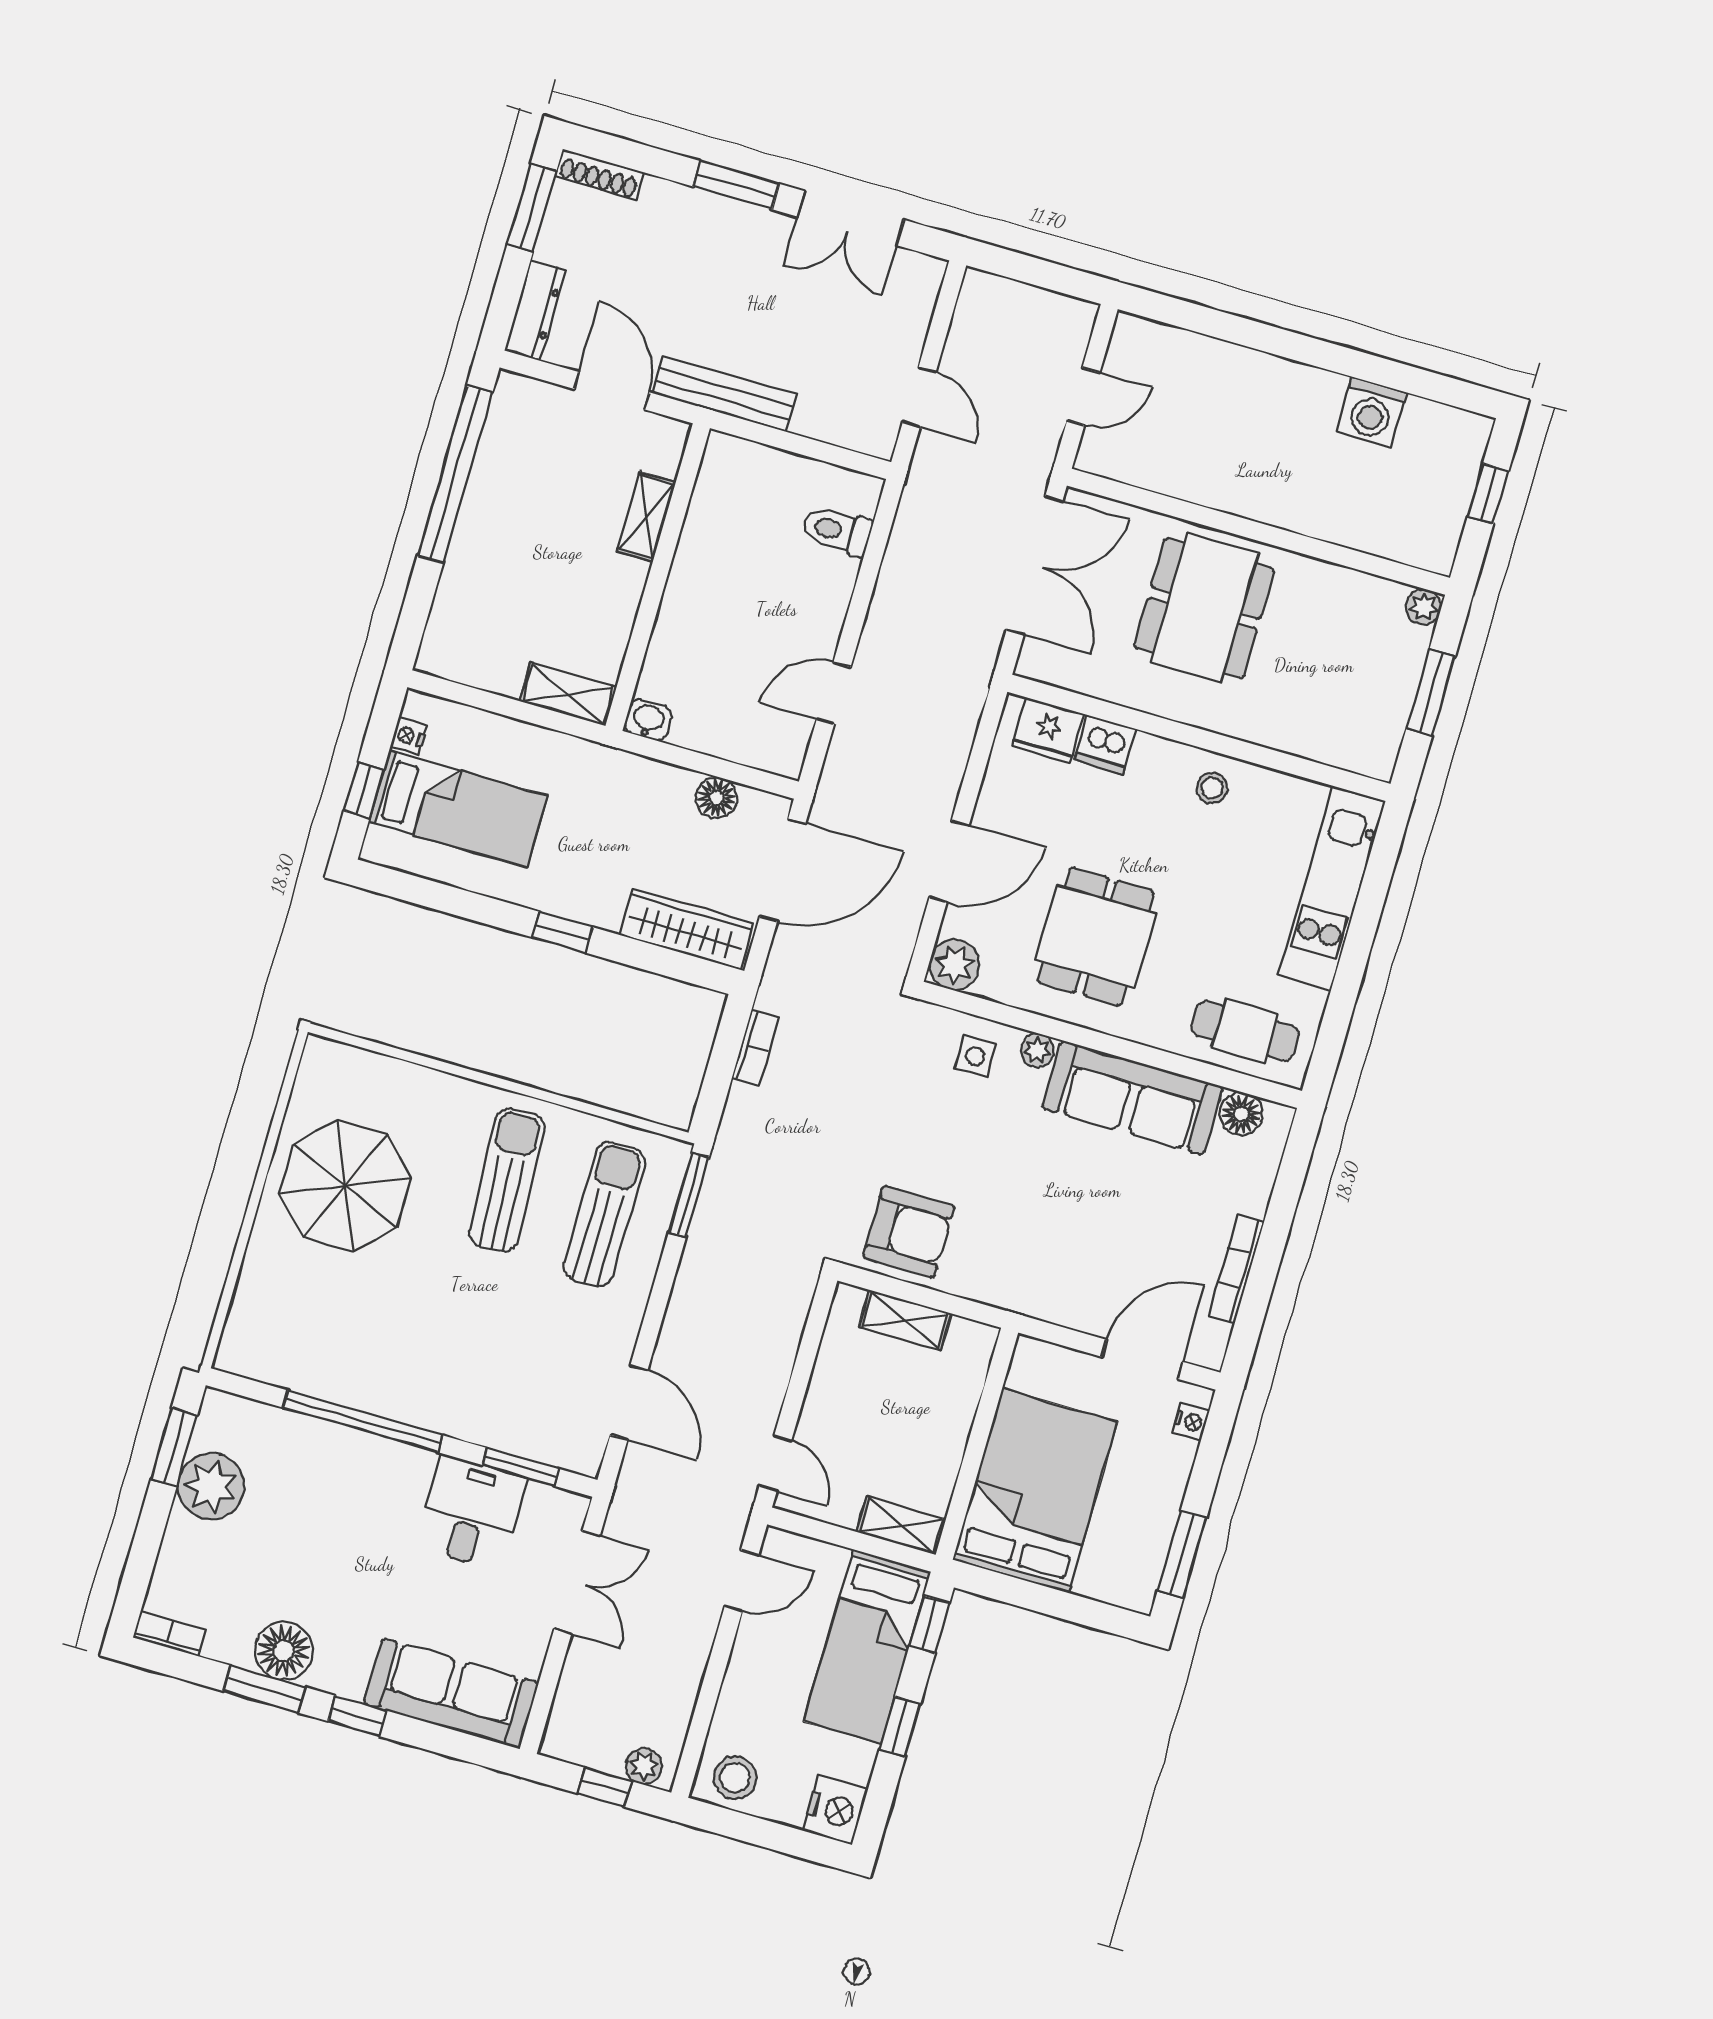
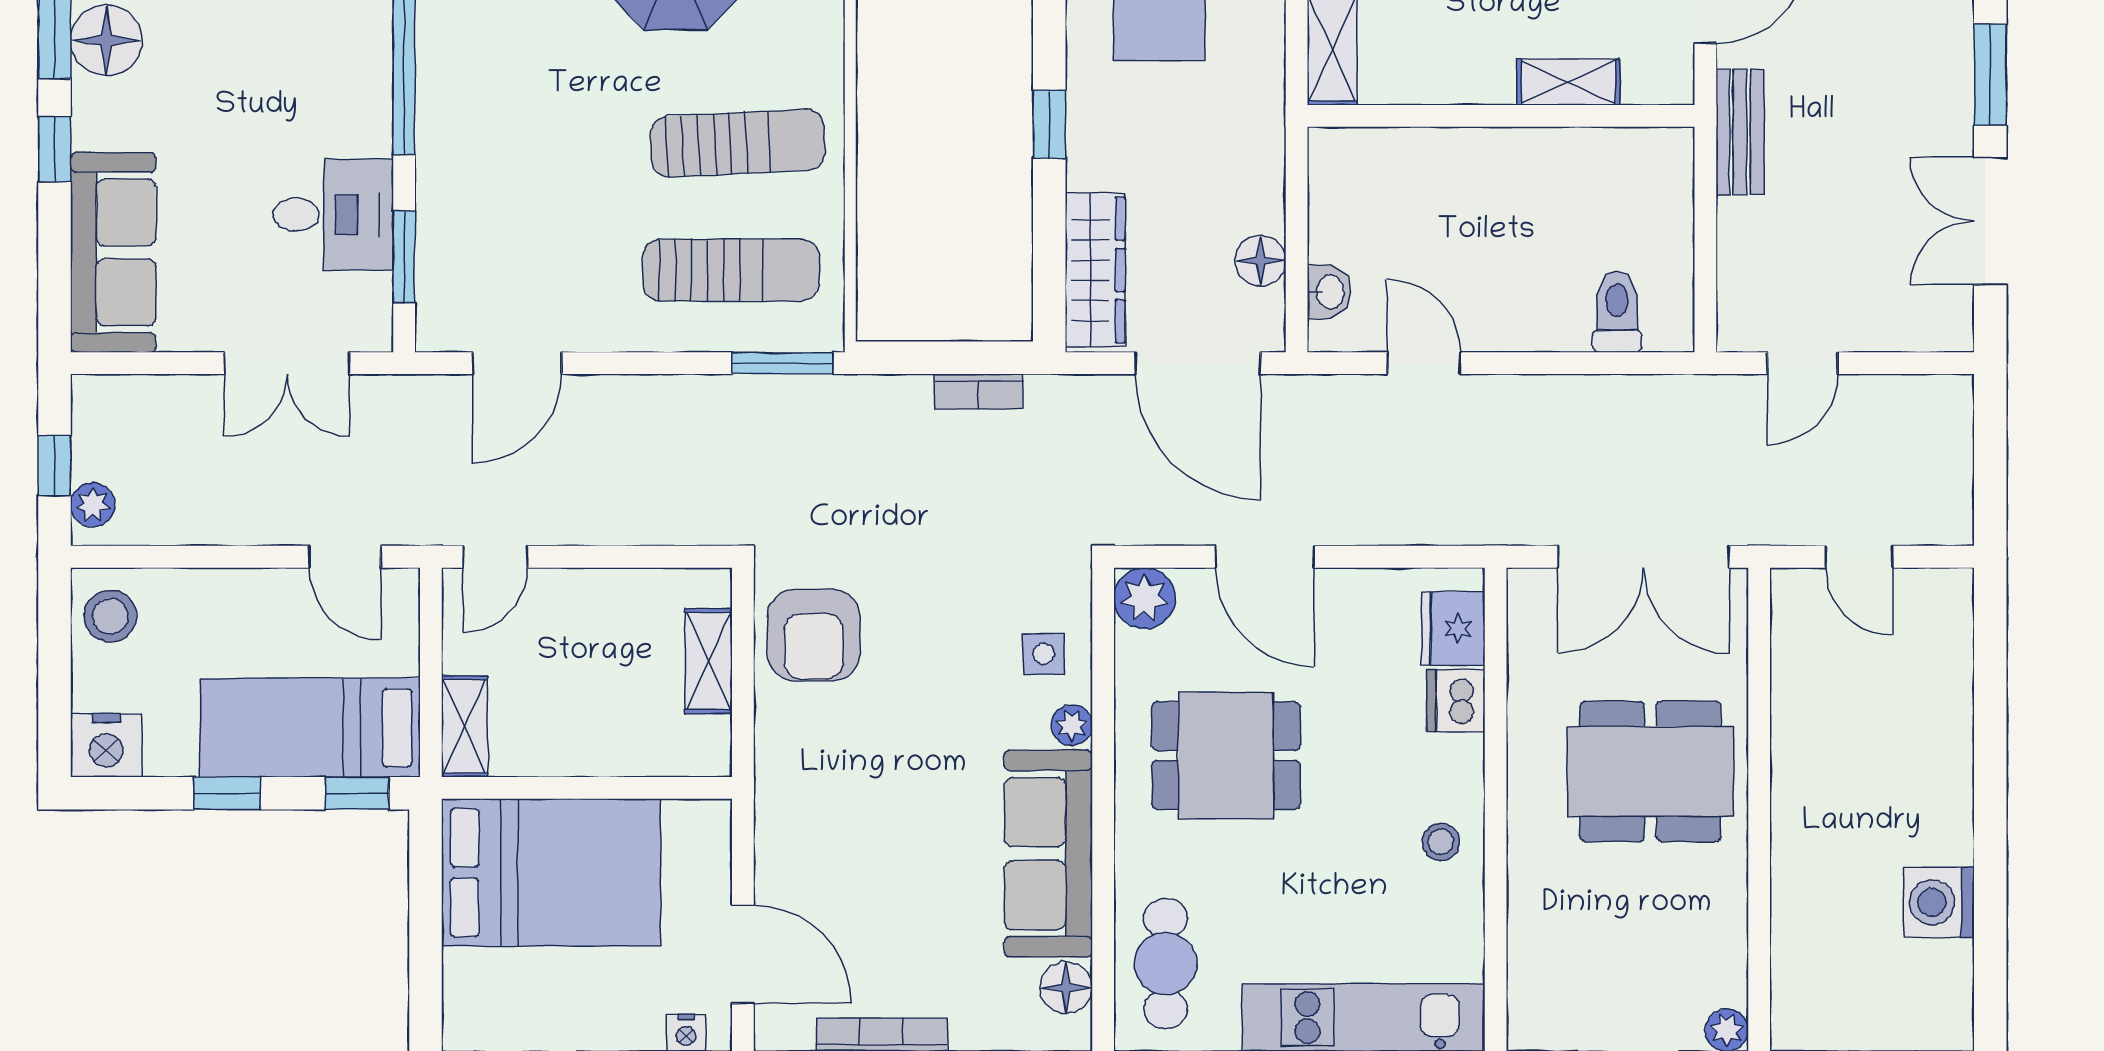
bench: (724, 394) -> (1740, 132), width x0.73
washbasin: (648, 720) -> (1329, 292), moved

